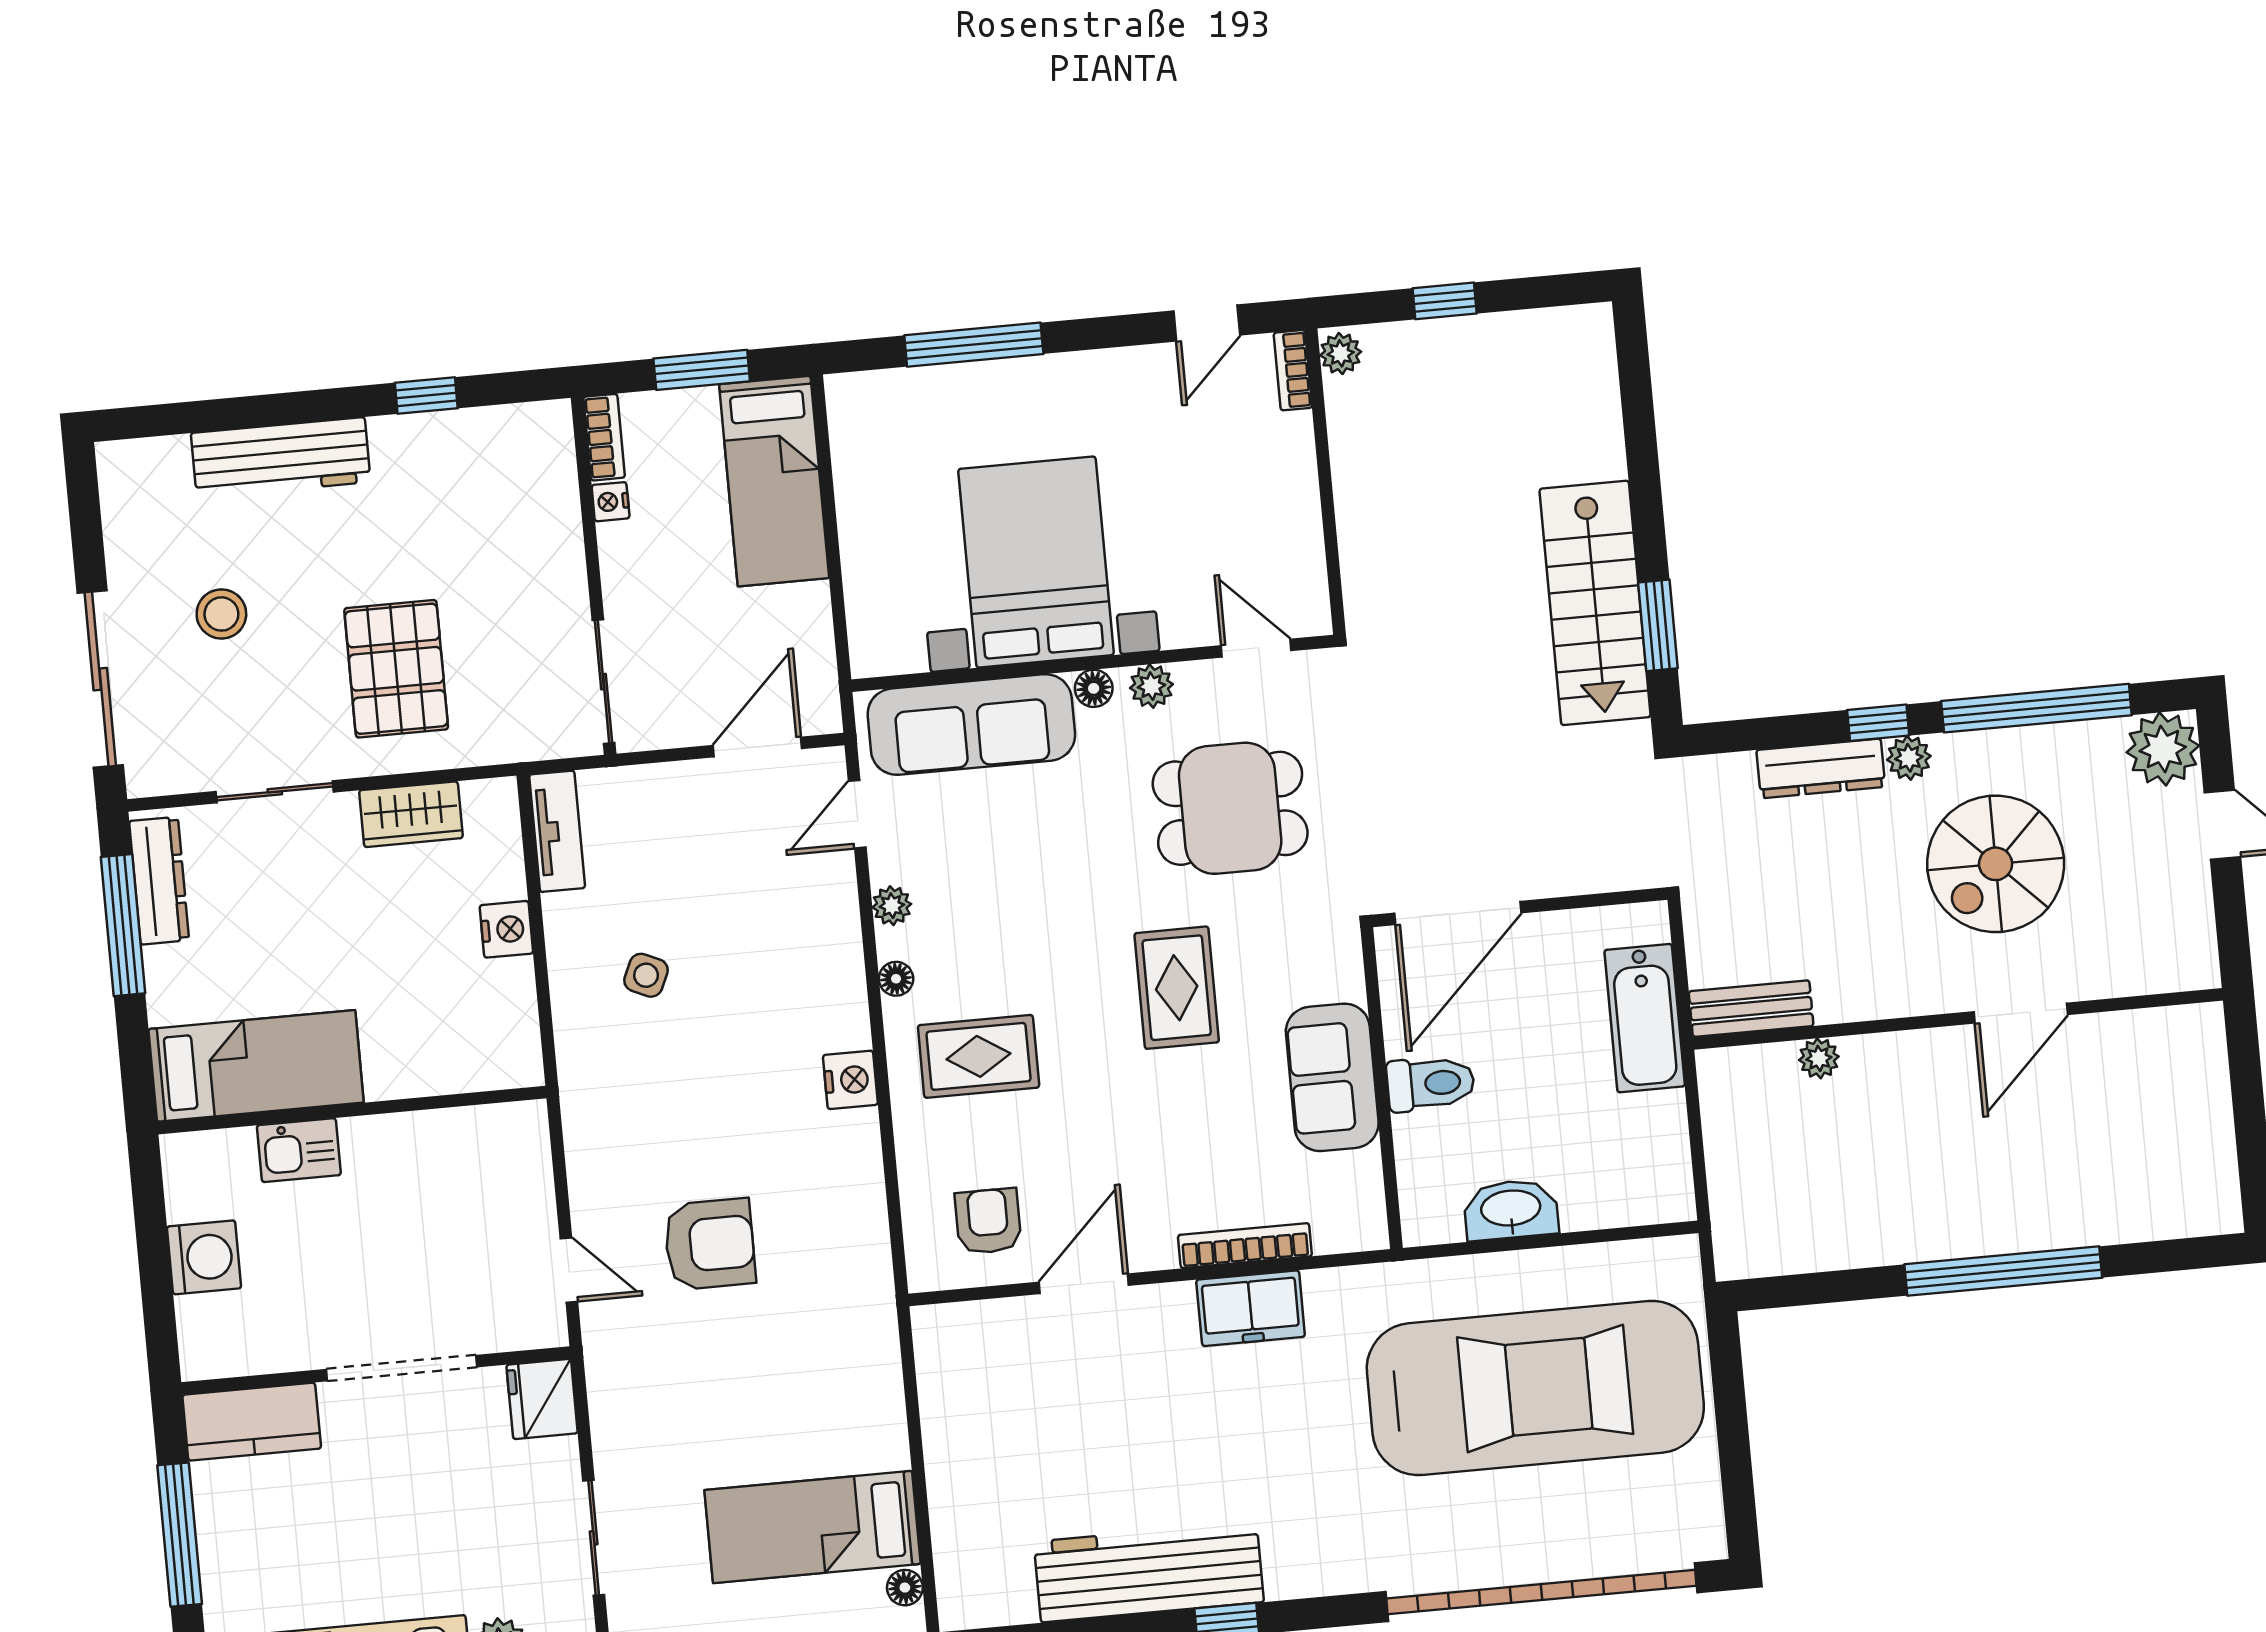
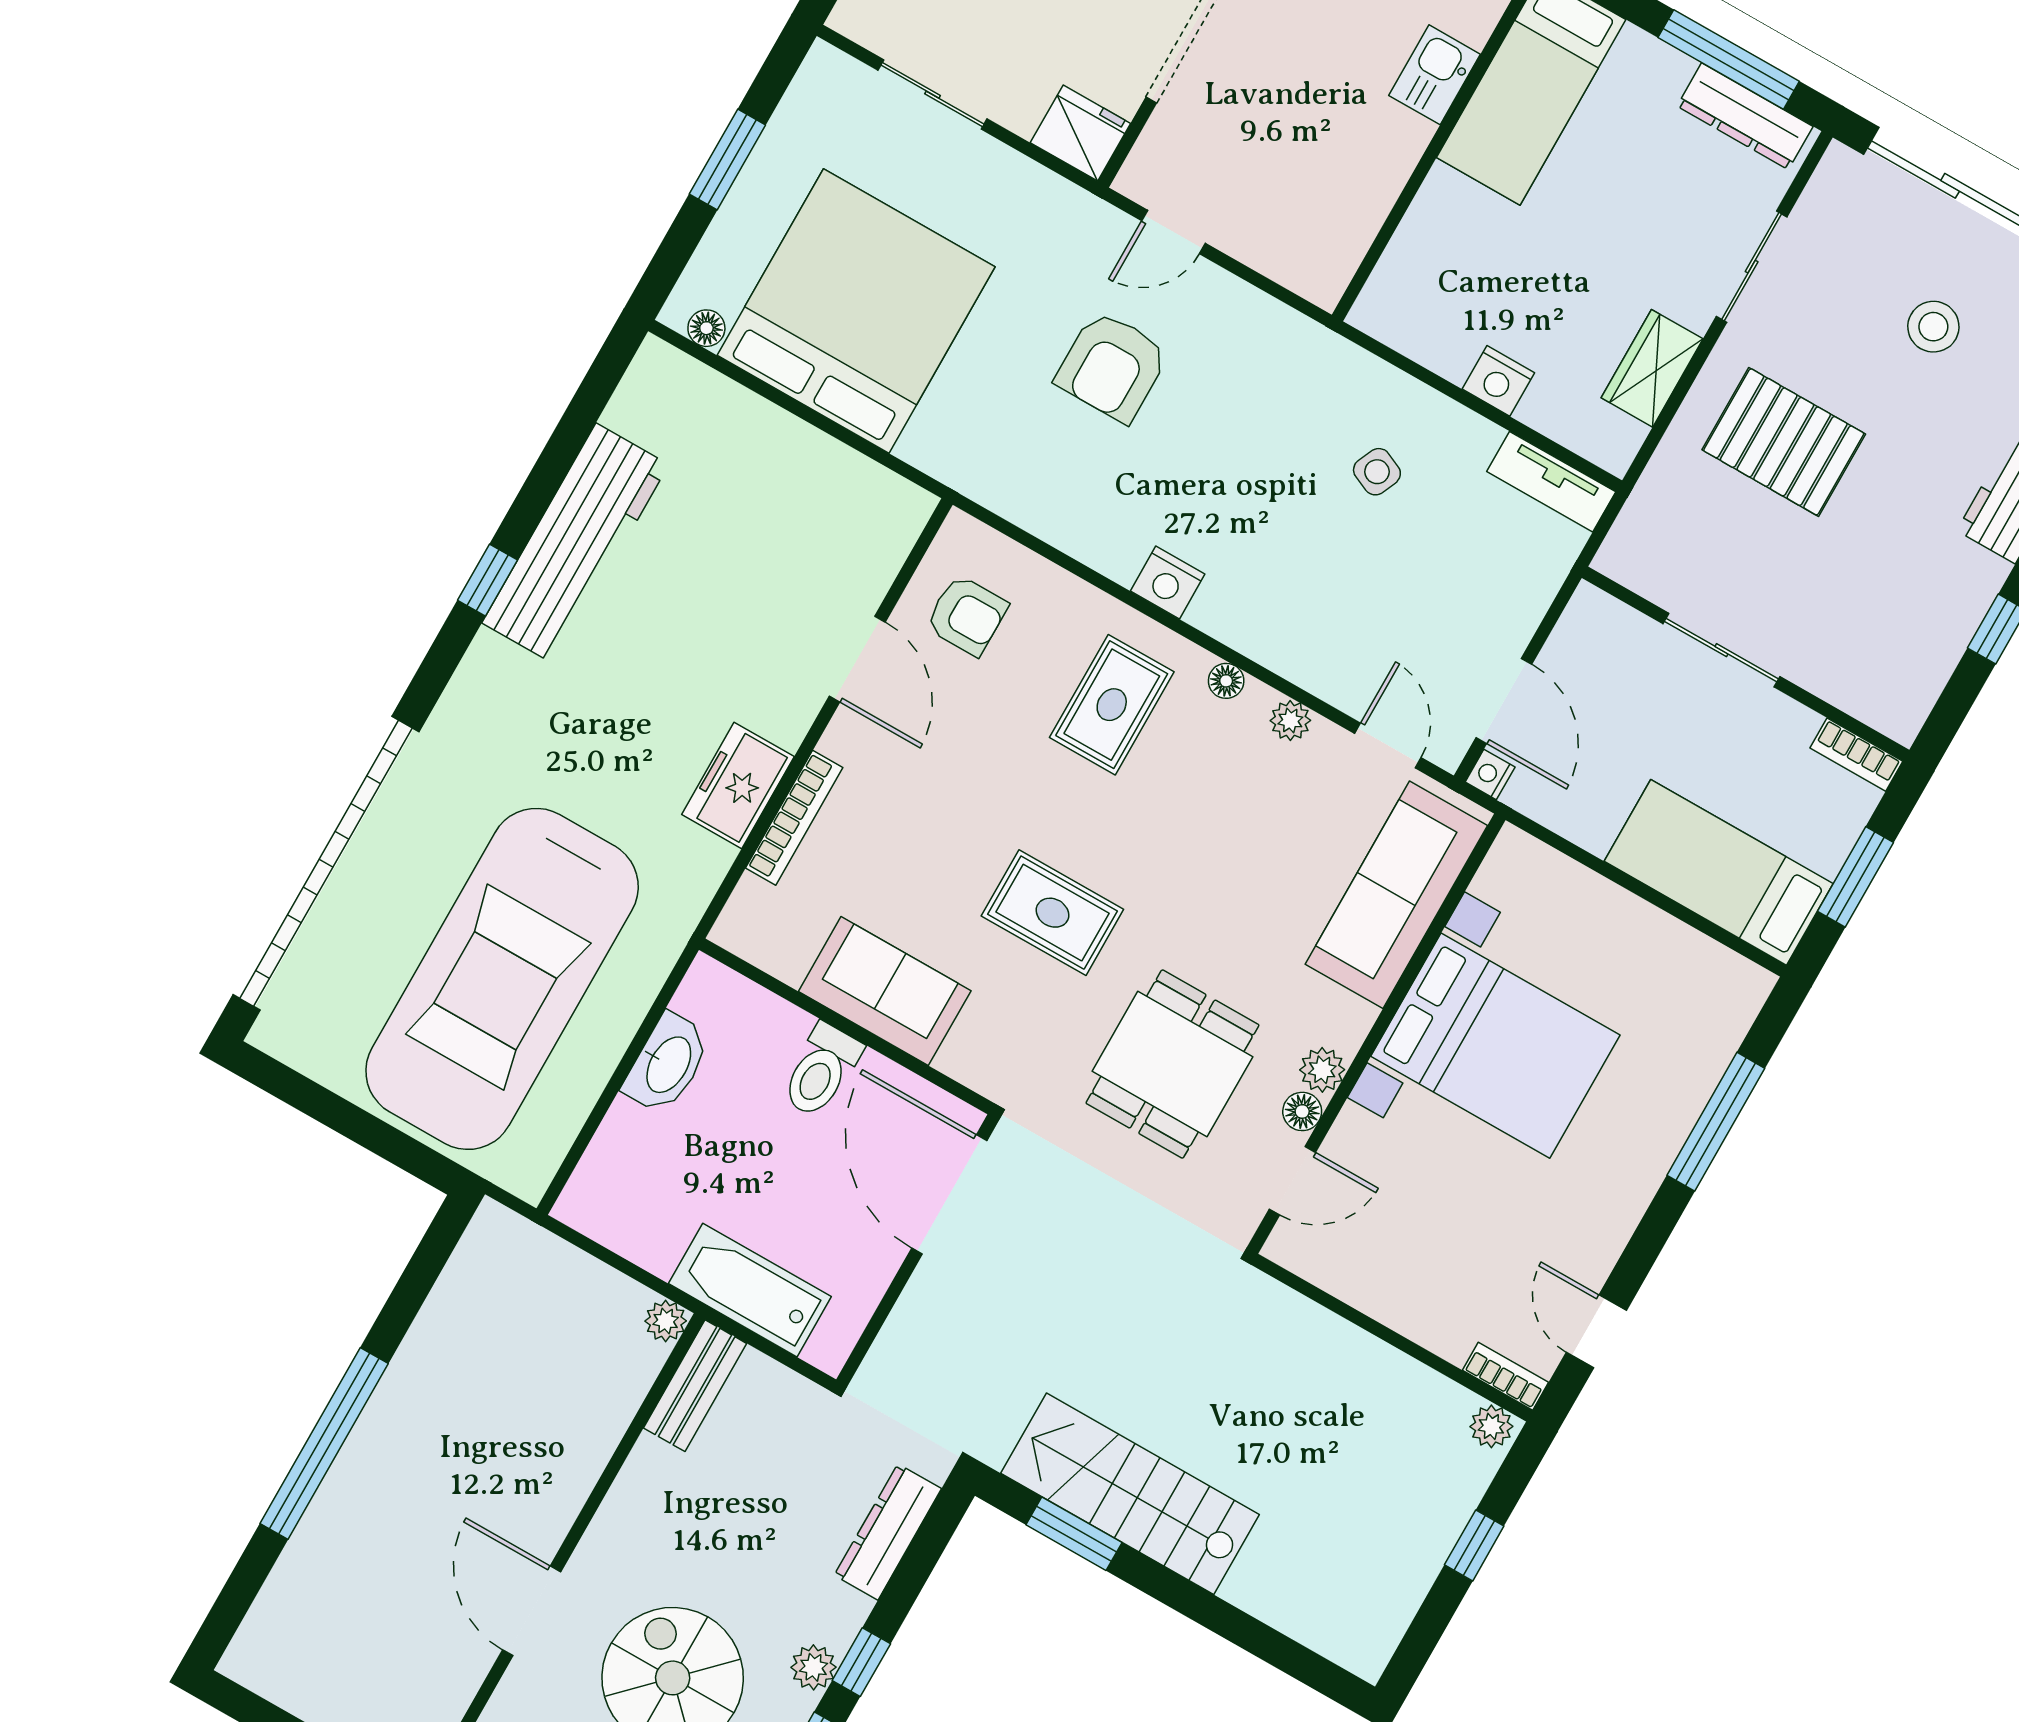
nightstand: (611, 502) -> (1490, 774), moved, turned -90
sliding door: (603, 682) -> (1721, 650), moved
floor lamp: (1094, 688) -> (1302, 1111), moved
dresser: (1821, 768) -> (888, 1532), moved
plant: (1819, 1058) -> (666, 1321), moved
bed: (813, 1527) -> (856, 311), width x2.04

